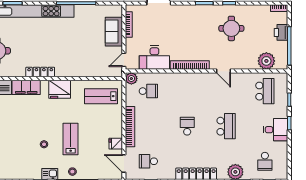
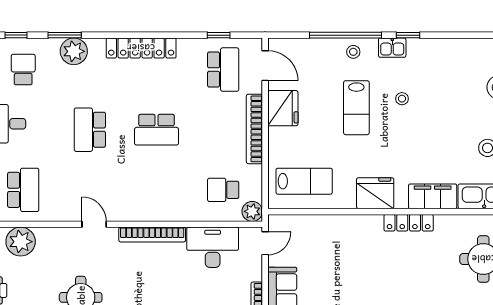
school desk: (265, 91) -> (23, 190), turned 180
school desk: (187, 126) -> (157, 130), width x1.85
fridge: (116, 144) -> (283, 108), width x1.88, depth x1.34
school desk: (148, 161) -> (223, 70), width x1.85

